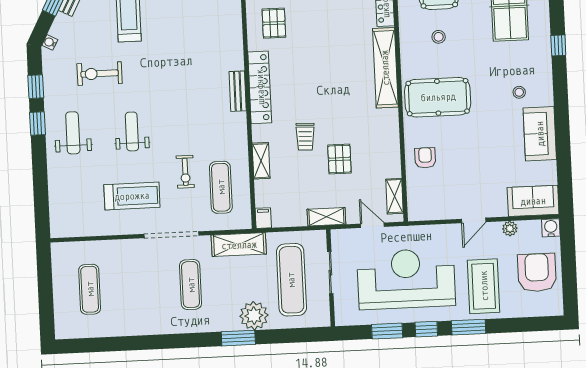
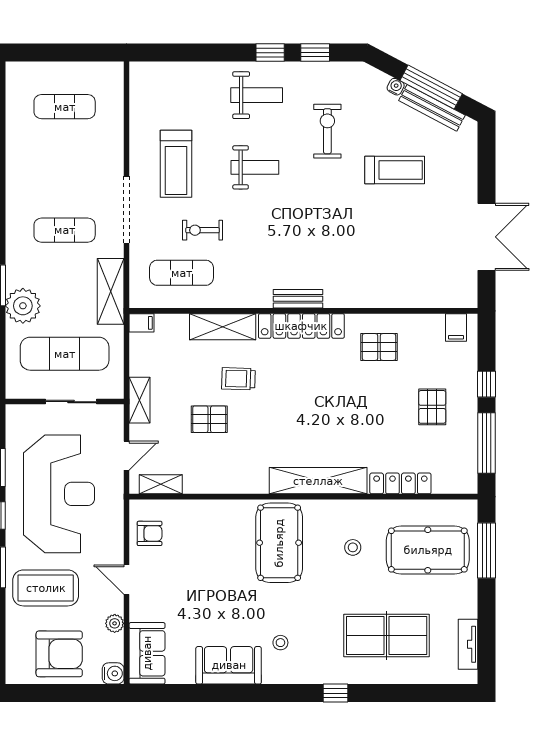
water cooler: (50, 42) -> (396, 87), moved
armchair: (425, 158) -> (150, 533), moved
shelving: (261, 161) -> (223, 327), width x1.50, depth x1.33

